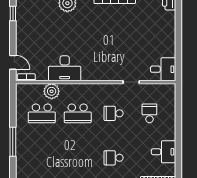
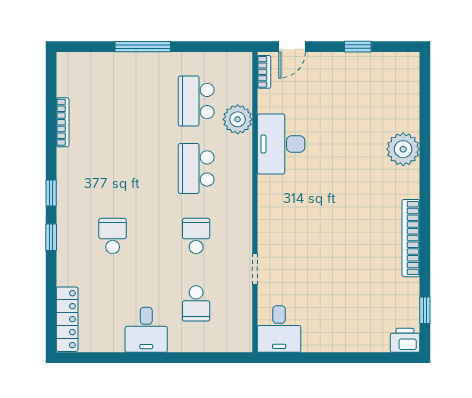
window: (13, 13) -> (358, 47), moved
school desk: (149, 113) -> (196, 303), turned 90
desk: (164, 152) -> (146, 330), moved

